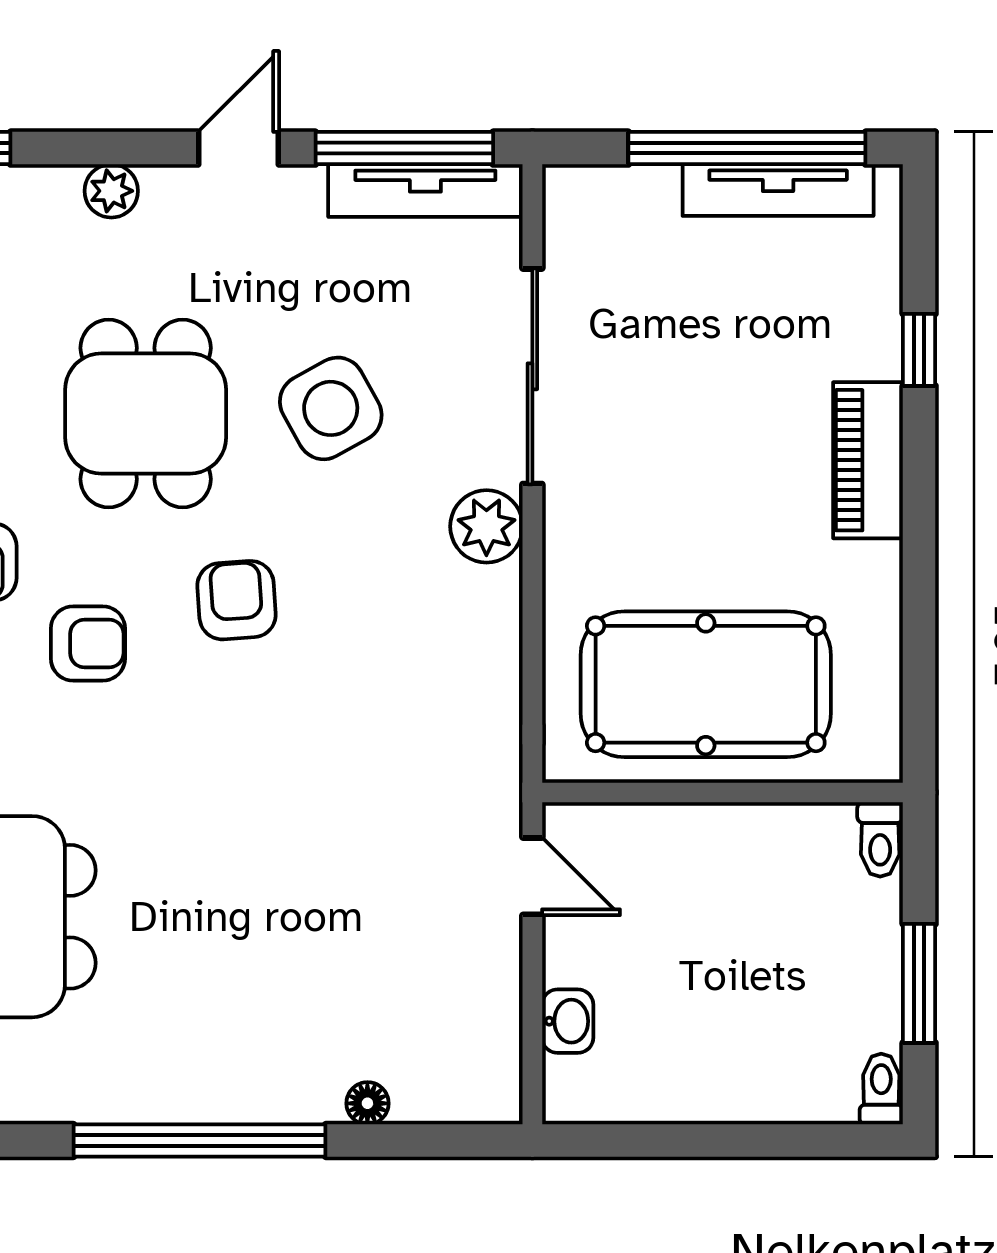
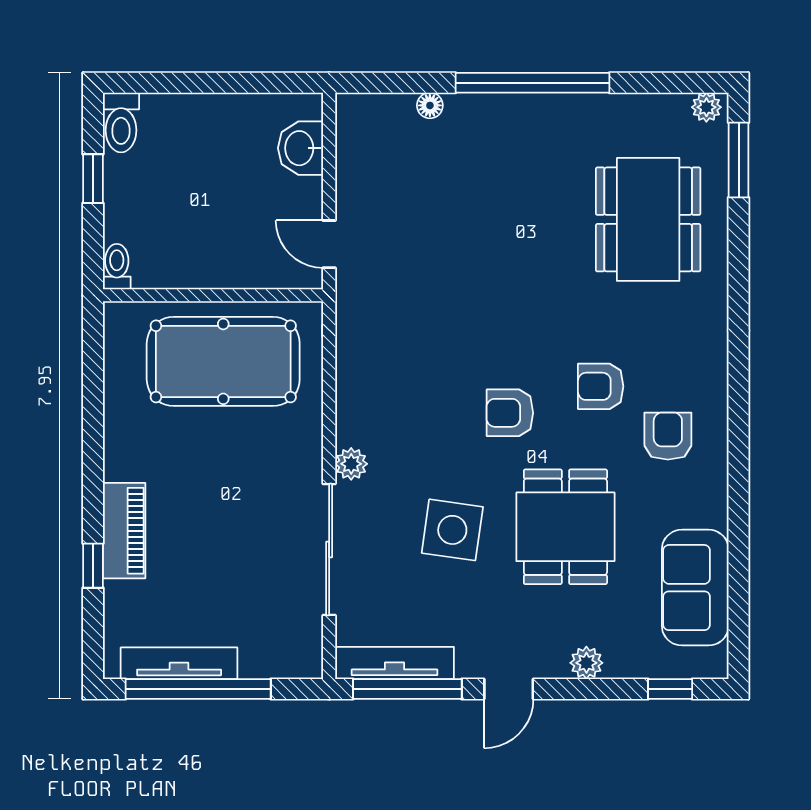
side table: (331, 408) -> (452, 530), turned 37
piano: (868, 460) -> (124, 531), moved
plant: (486, 526) -> (351, 464), width x0.73, depth x0.73
armchair: (237, 600) -> (510, 413), turned 94
window: (919, 983) -> (93, 179), width x0.67
washbasin: (568, 1021) -> (301, 148), width x1.38, depth x1.45
toilet: (881, 1089) -> (121, 122), width x1.37, depth x1.39

